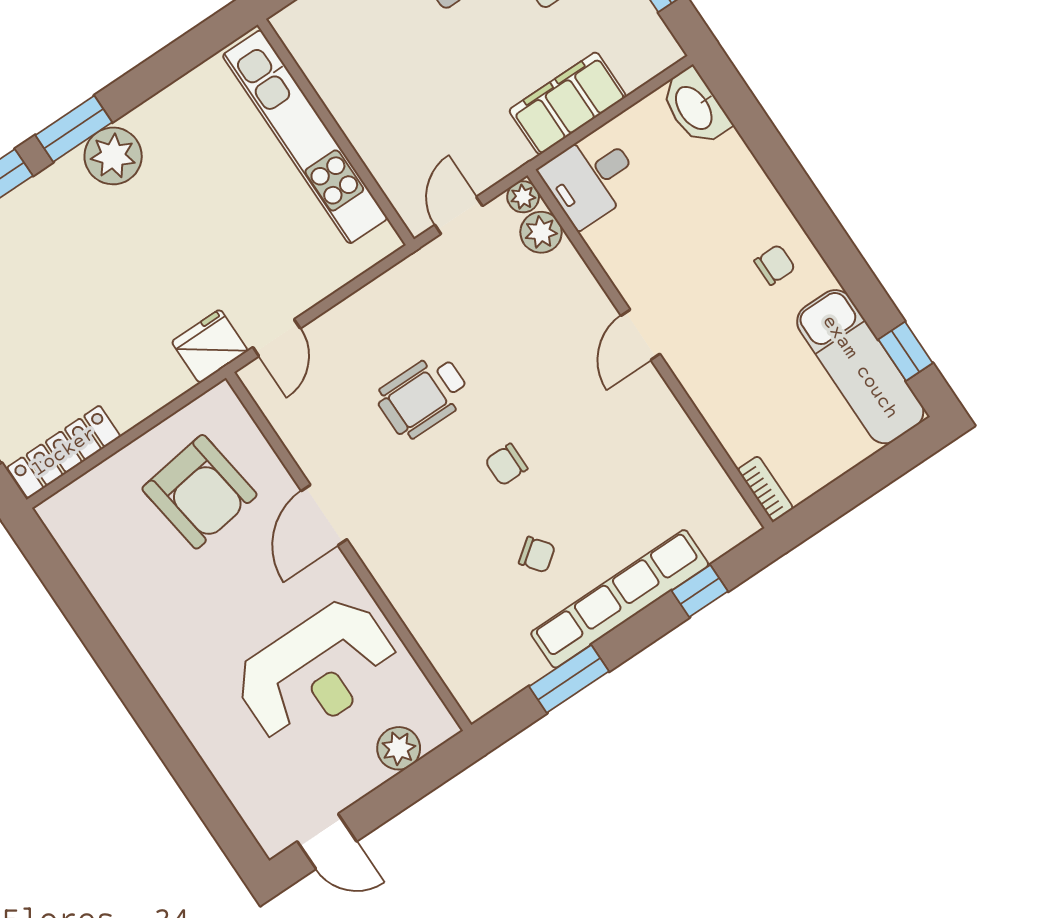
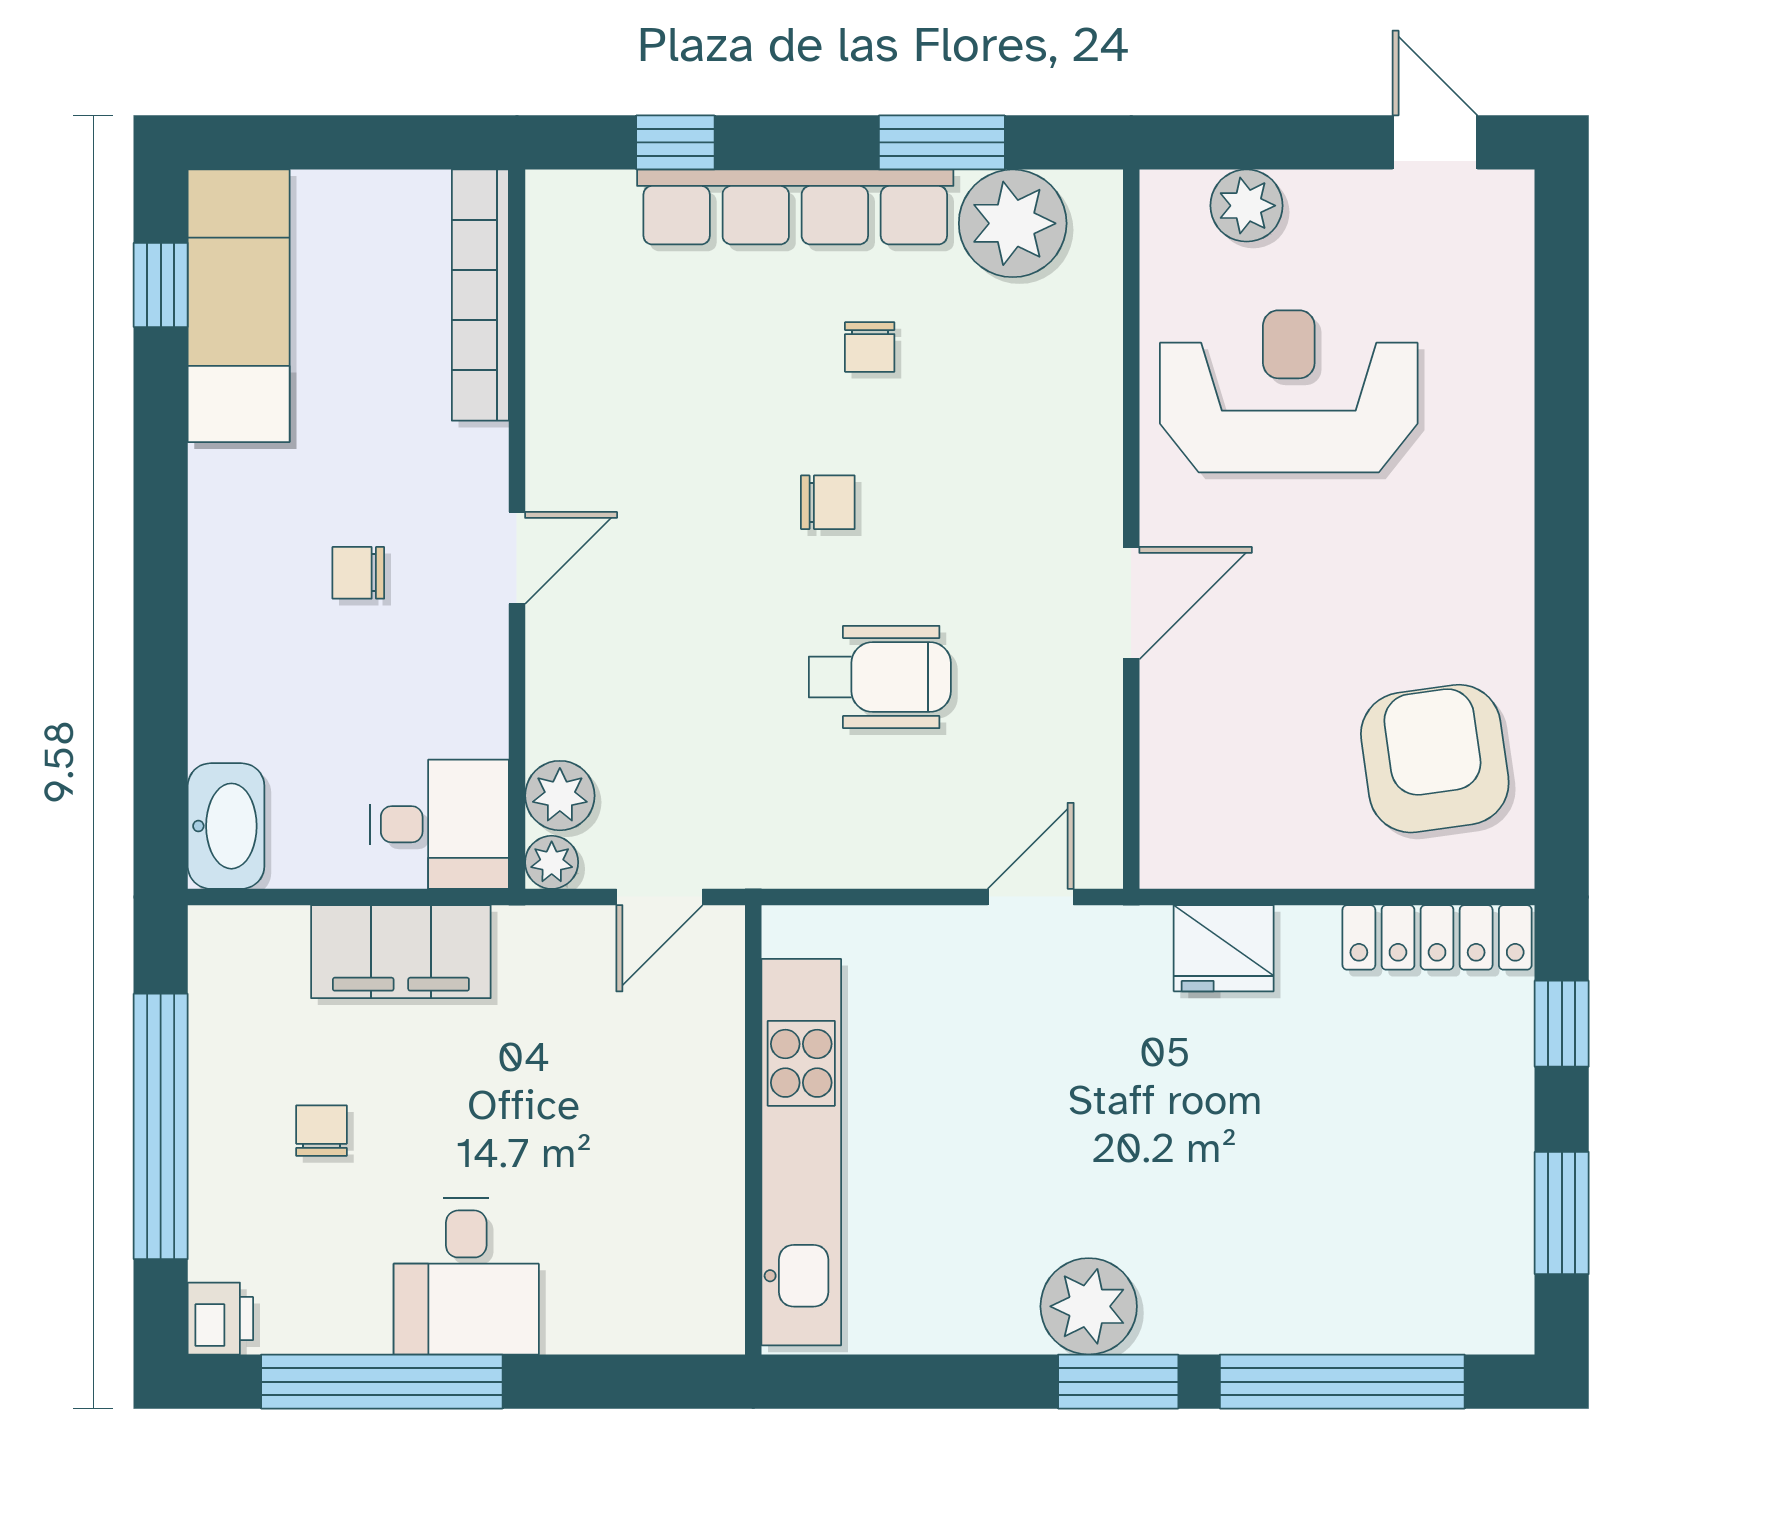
chair: (775, 265) -> (358, 573), moved
fridge: (210, 346) -> (1224, 948), moved
bookcase: (765, 489) -> (480, 295), width x2.31, depth x1.31
armchair: (199, 492) -> (1435, 759), moved
chair: (537, 555) -> (870, 347), turned -143
plant: (508, 662) -> (1013, 223), added

